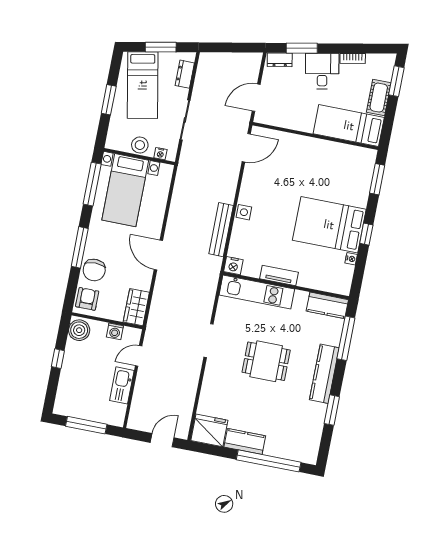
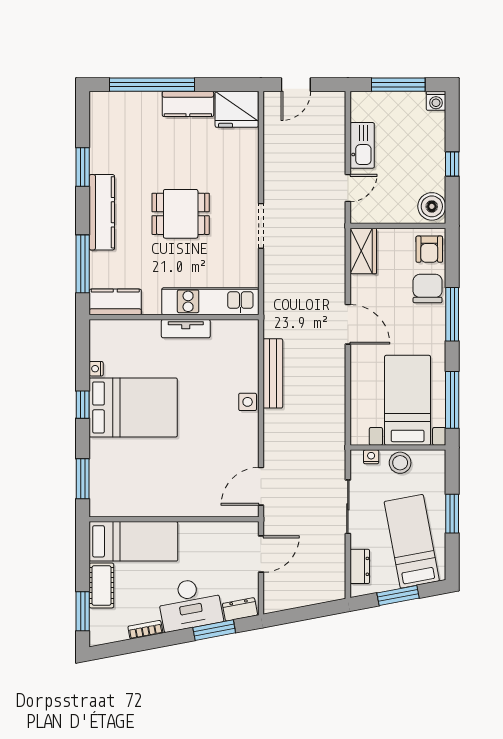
desk: (322, 71) -> (190, 604), width x1.37
nightstand: (233, 266) -> (248, 330), removed
washing machine: (115, 331) -> (436, 101), moved, turned 180

